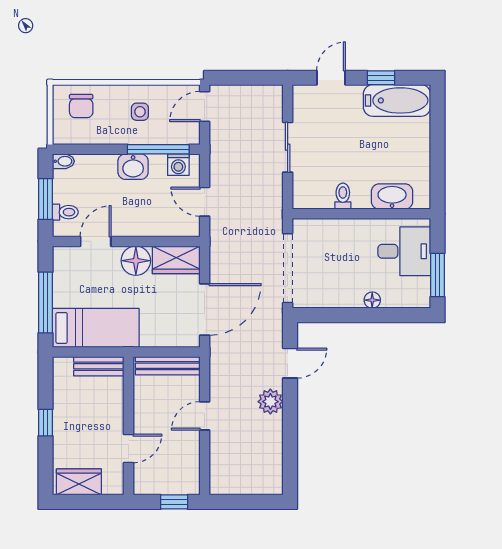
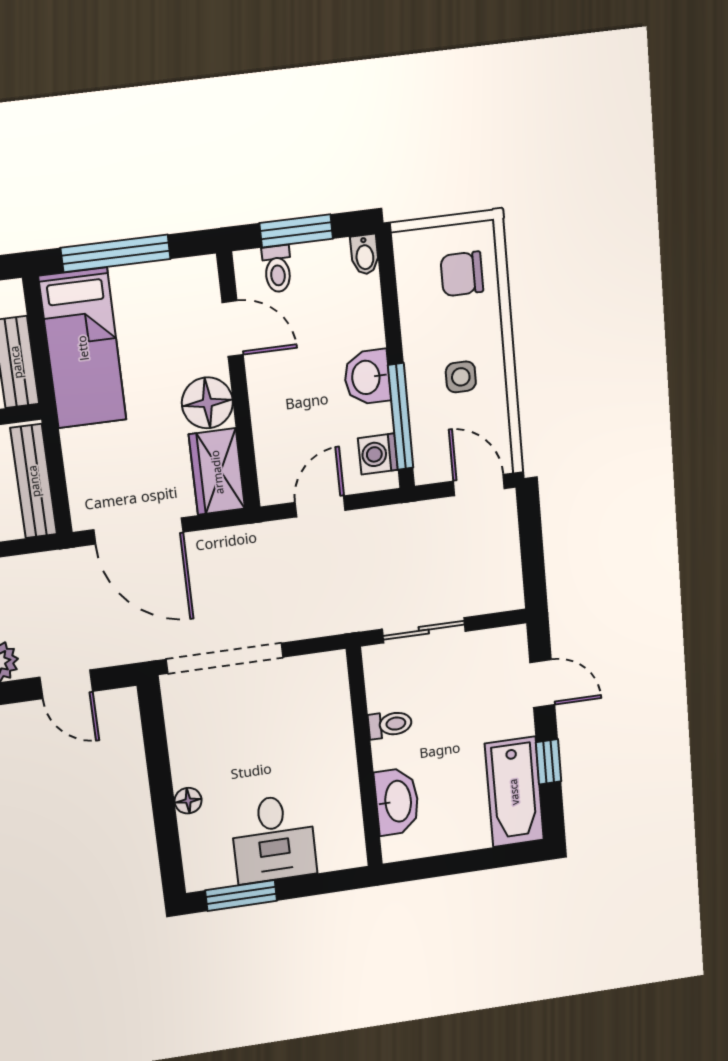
toilet: (343, 196) -> (390, 724), moved
washbasin: (392, 197) -> (397, 801), moved
wall: (361, 214) -> (364, 758), moved

